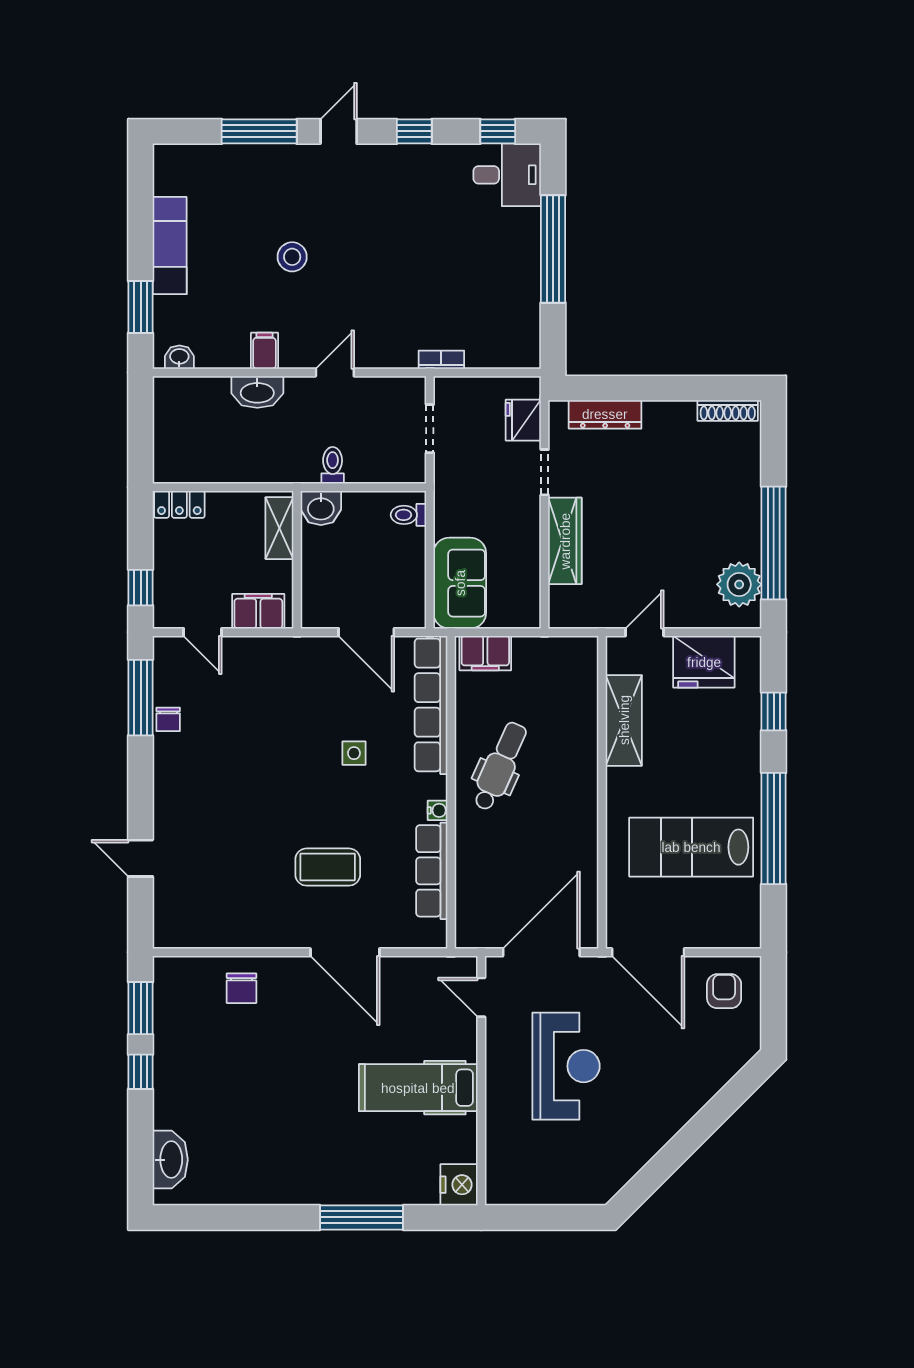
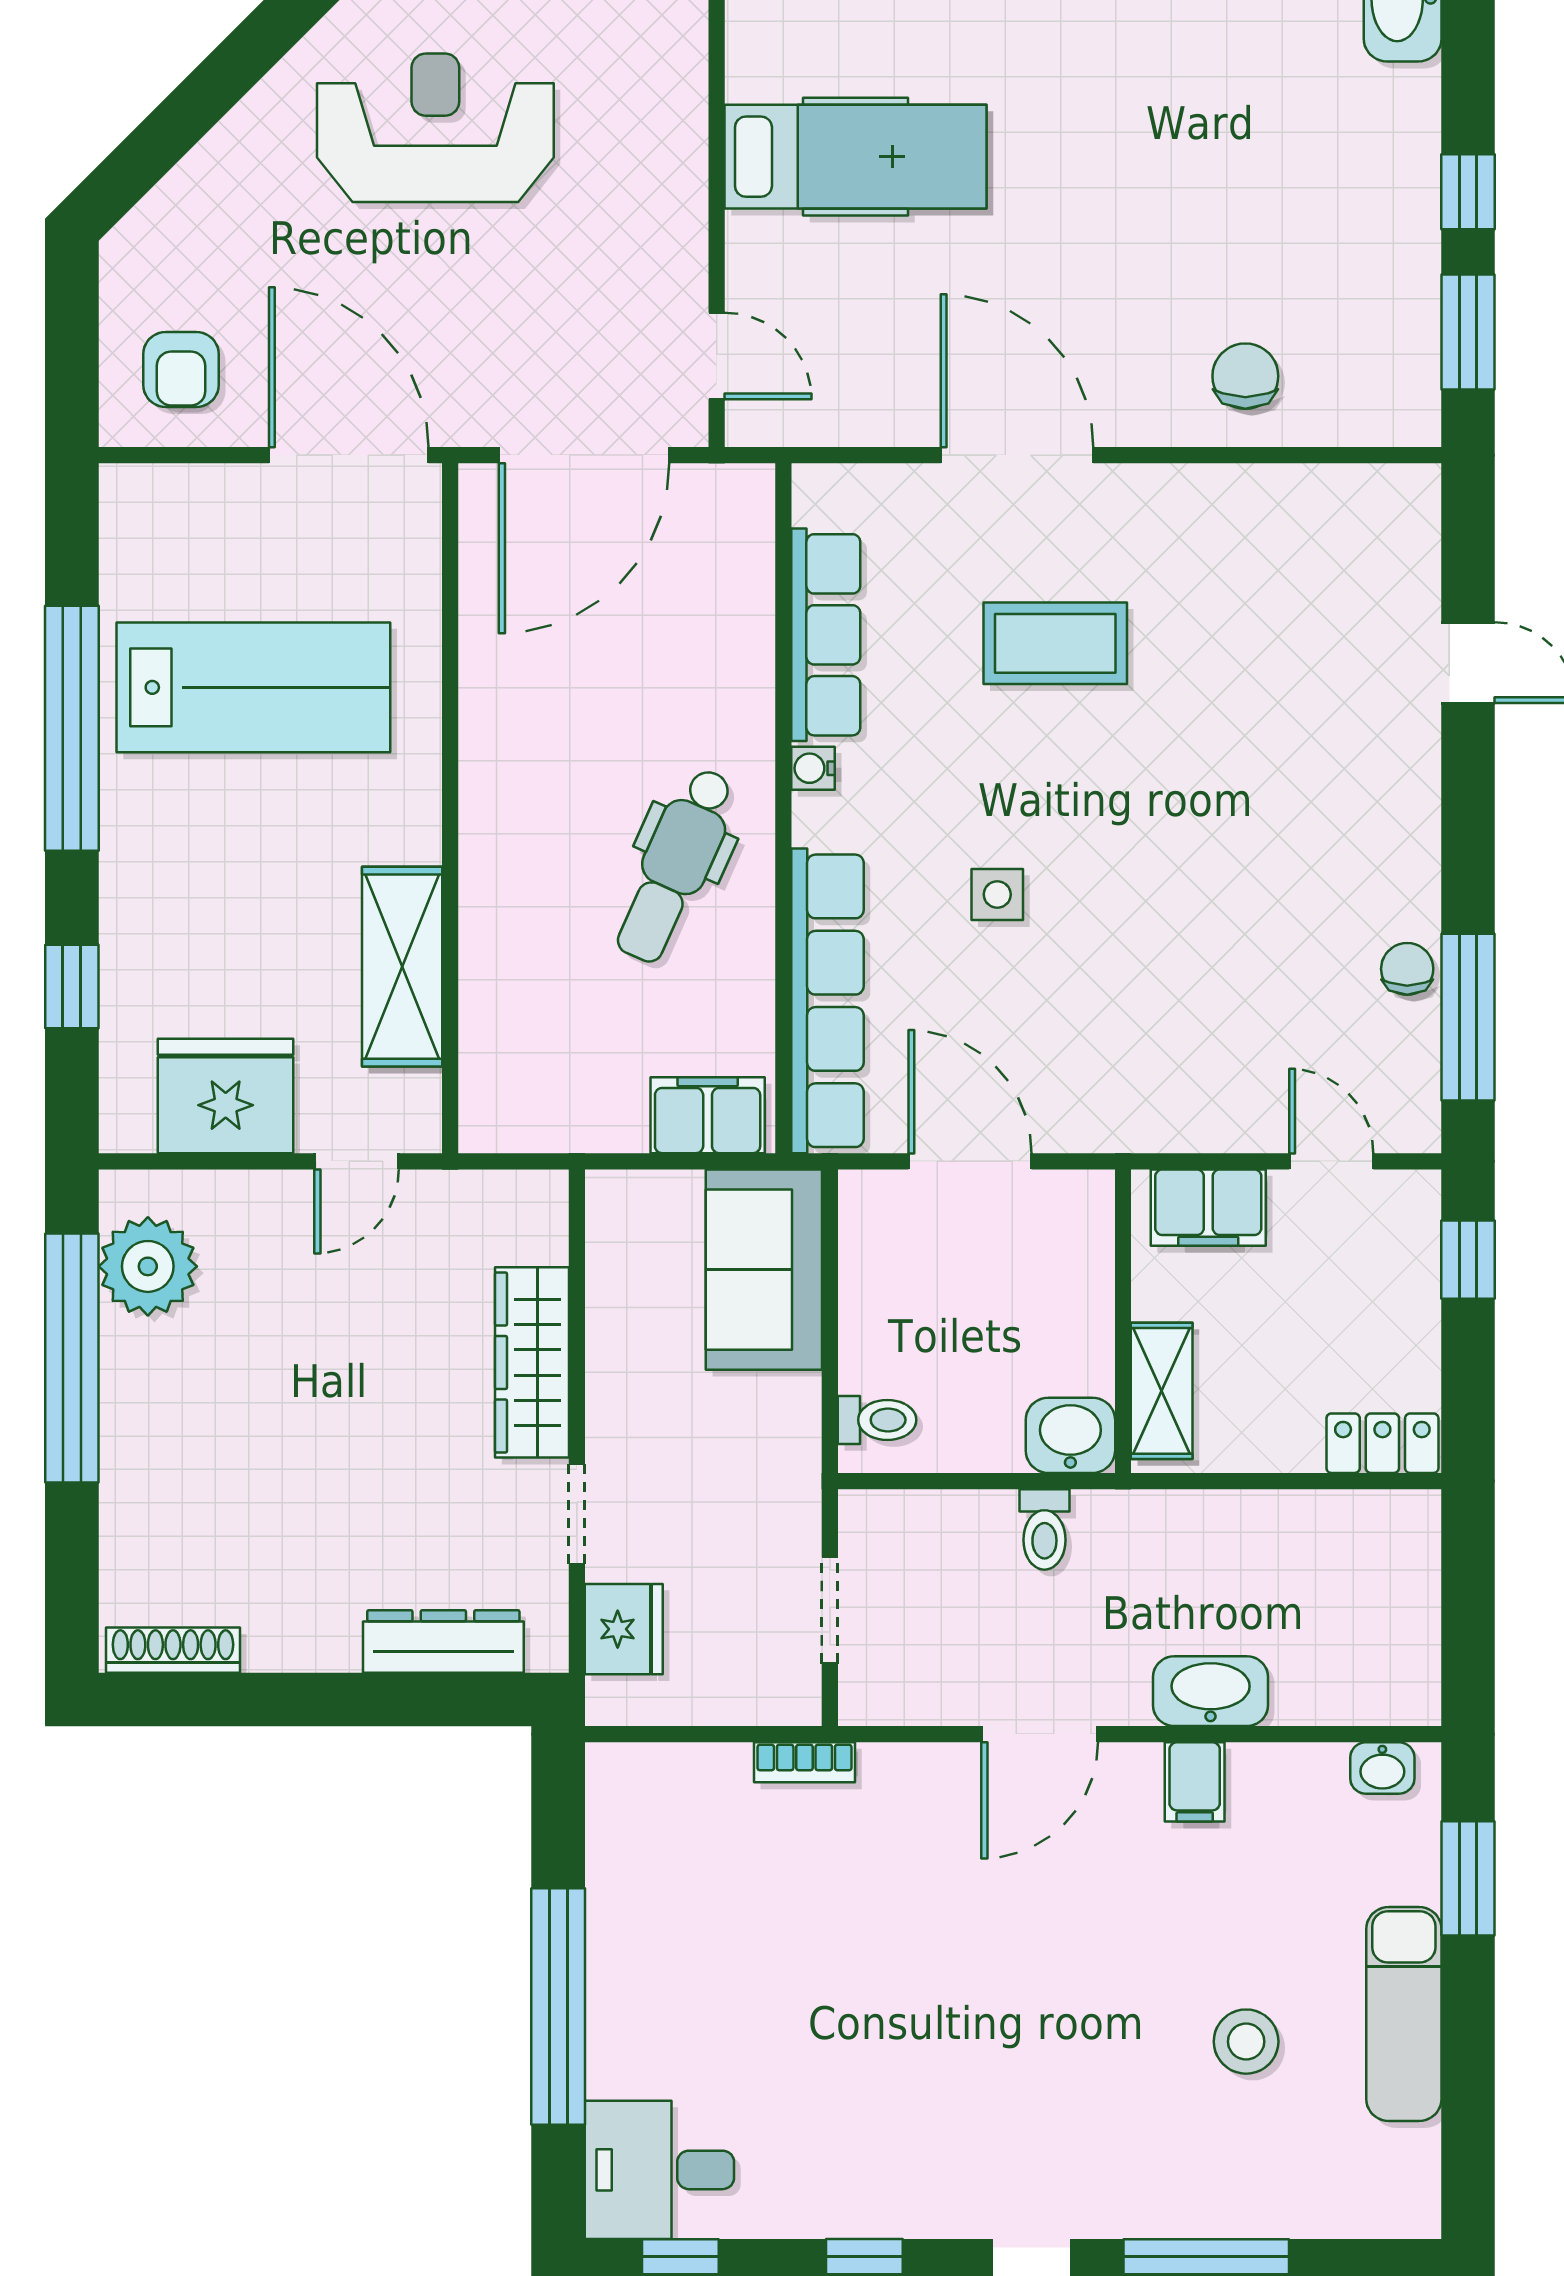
stool: (292, 257) -> (1246, 2042), moved
door: (335, 372) -> (1040, 1734), width x1.38
reception desk: (566, 1066) -> (435, 128), moved, turned 90

